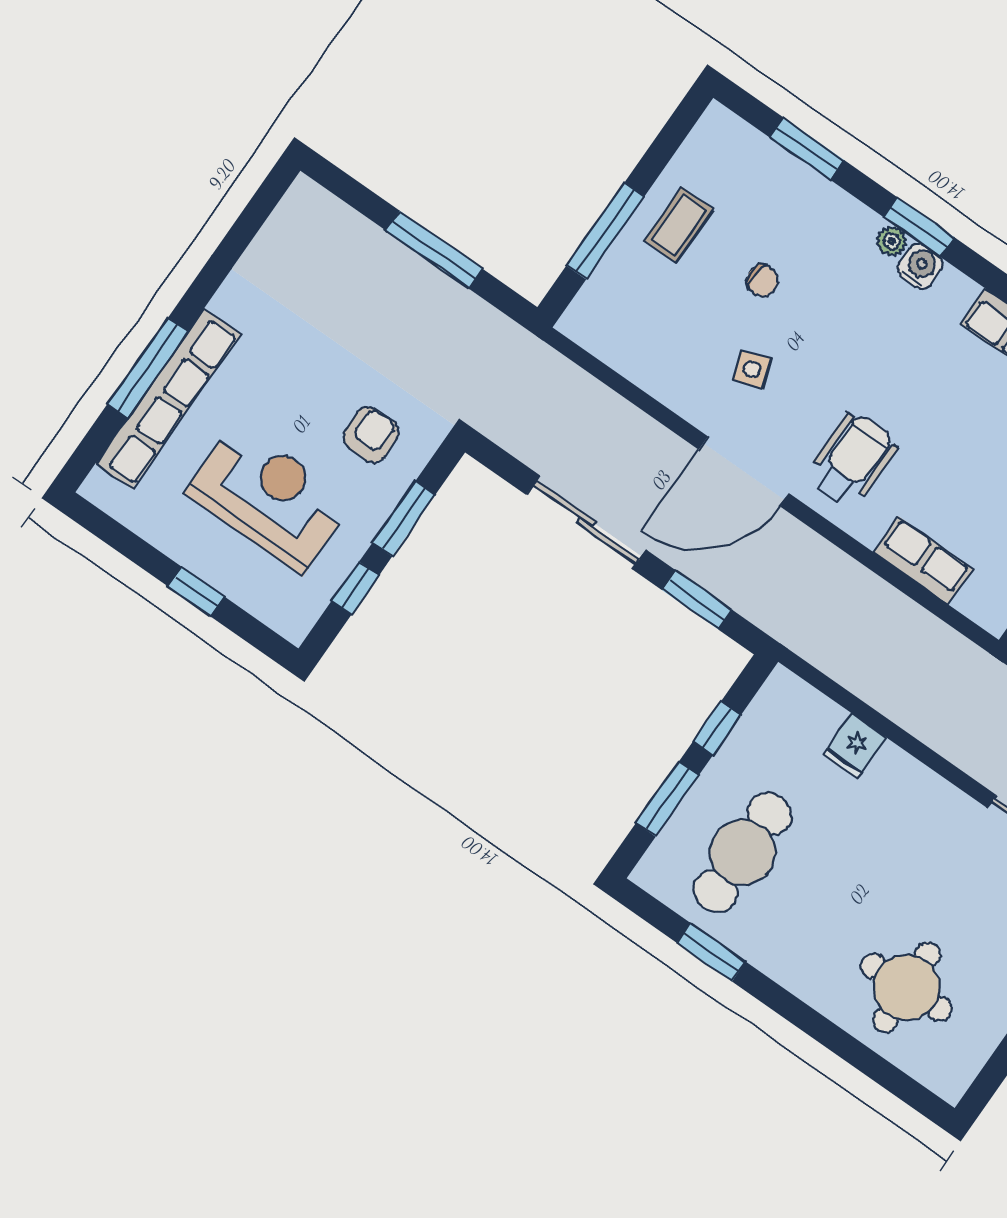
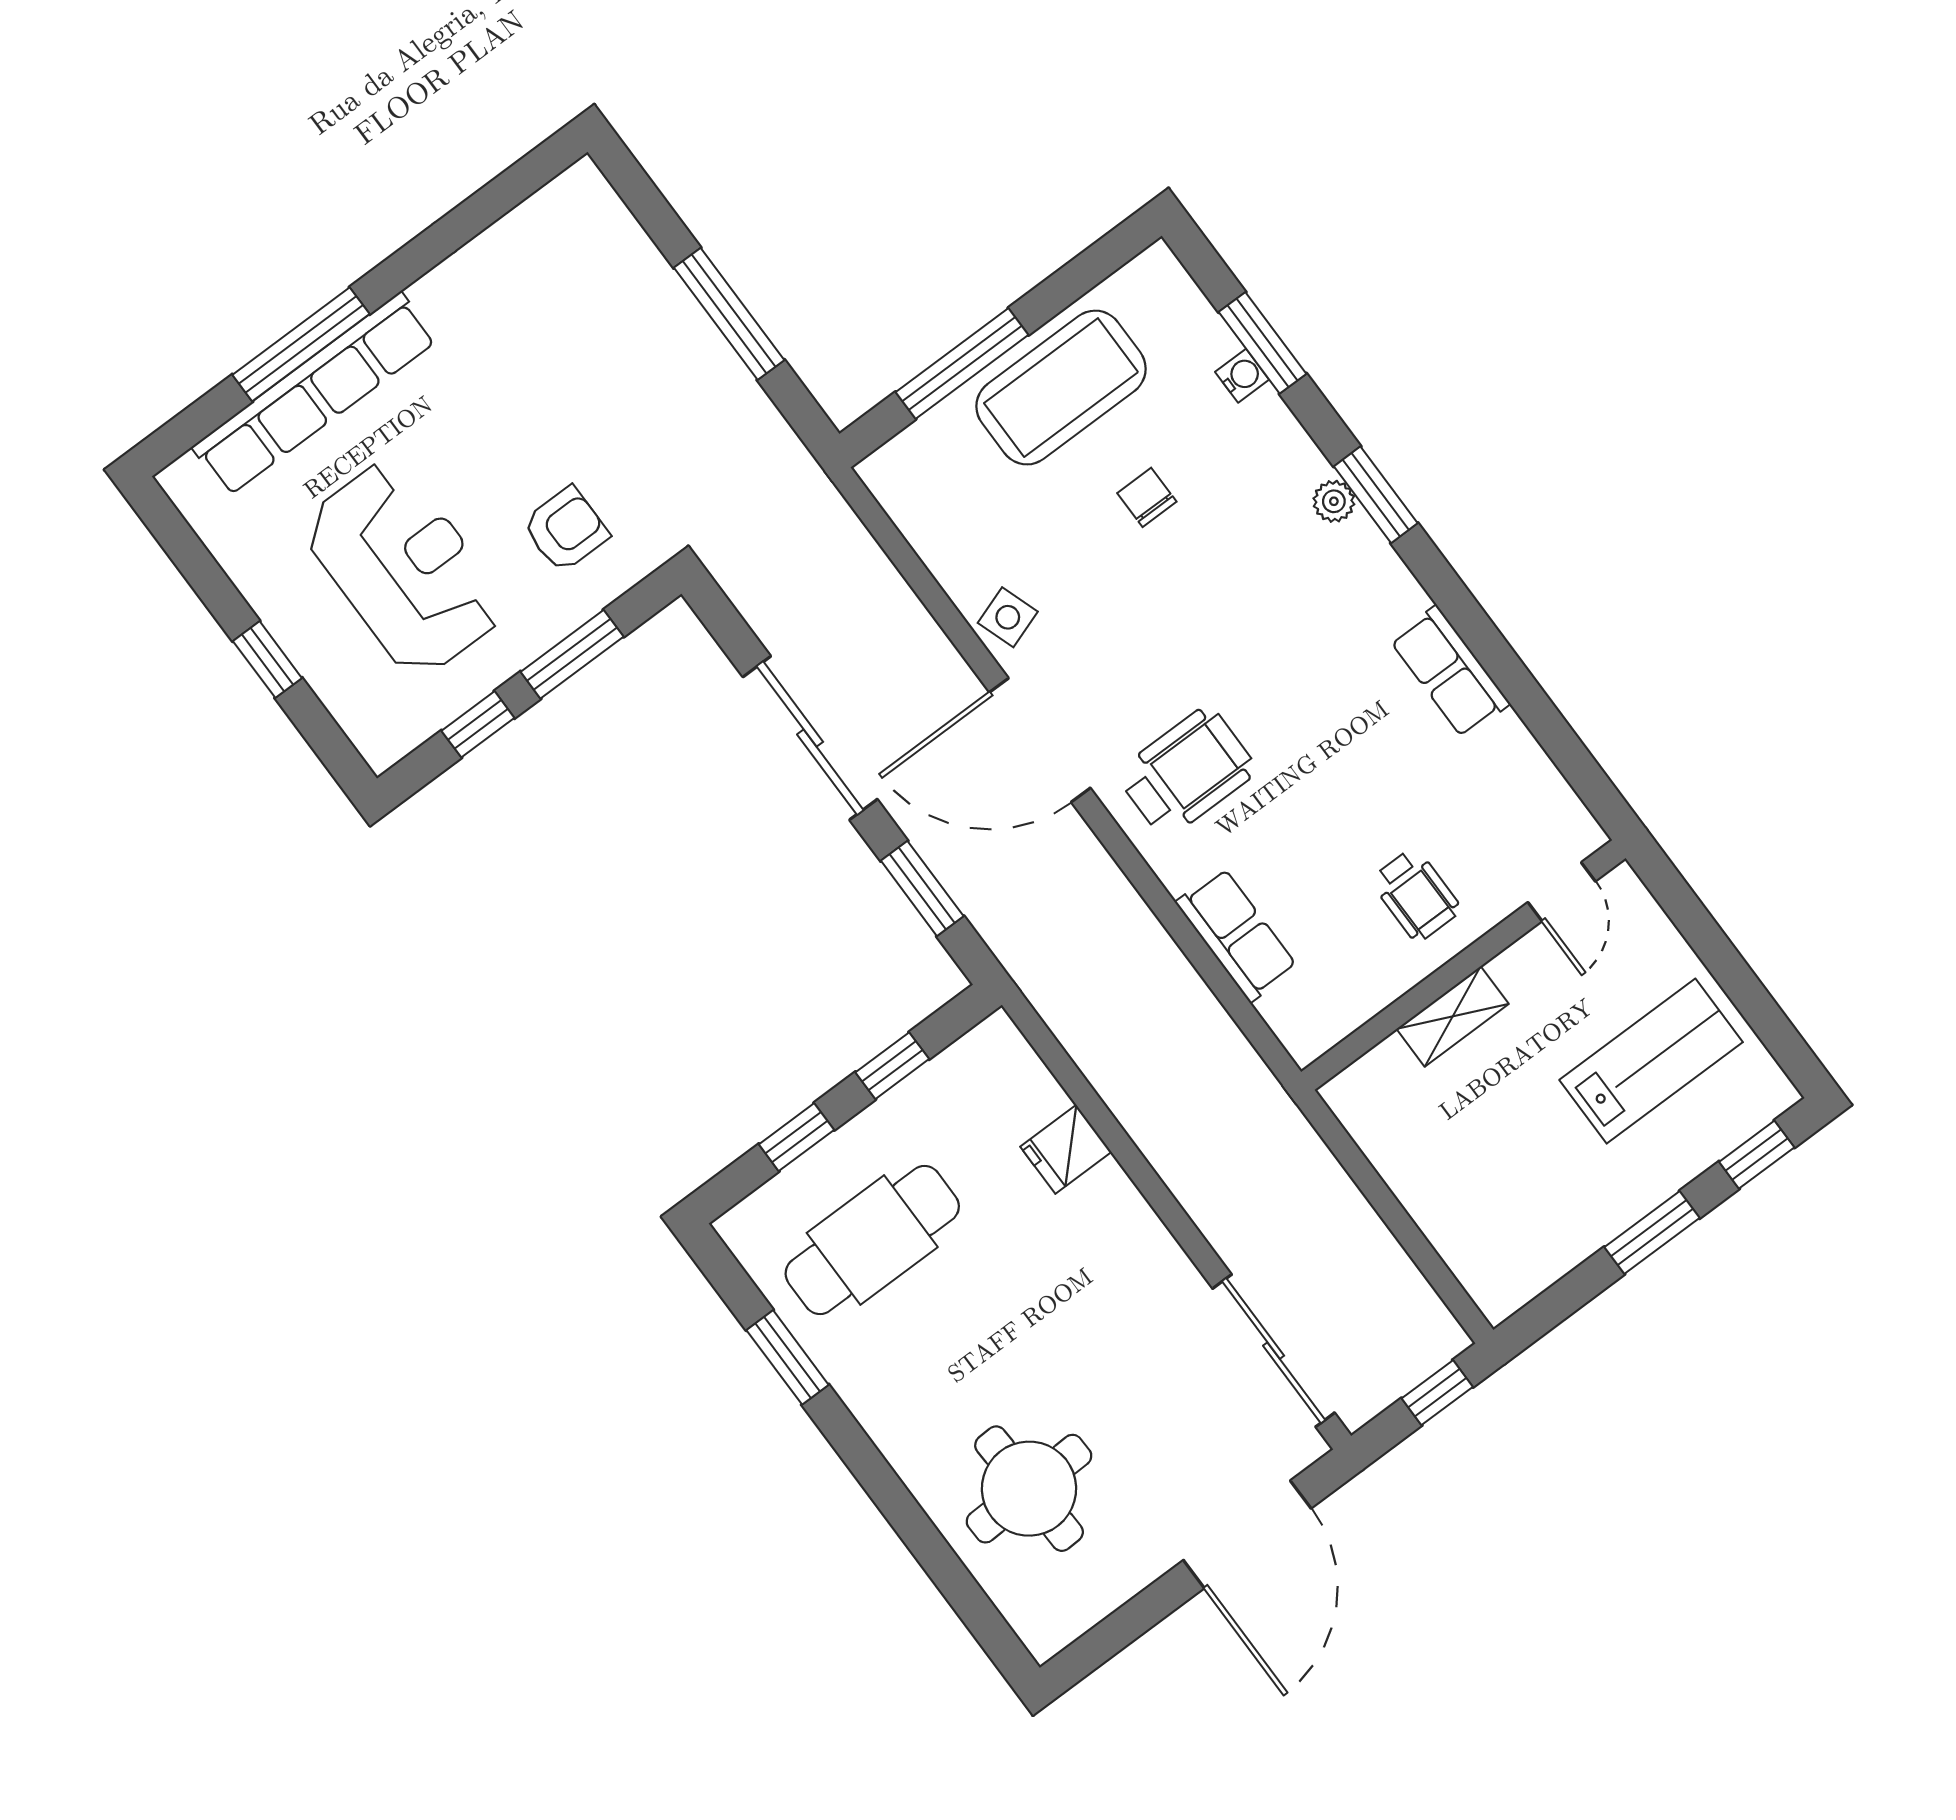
coffee table: (679, 225) -> (1061, 388), width x1.86, depth x1.72
water cooler: (920, 266) -> (1242, 376), moved, width x0.72, depth x0.72
chair: (763, 281) -> (1147, 497), turned 180
side table: (752, 369) -> (1008, 617), moved
window: (667, 799) -> (796, 1137), width x0.67

